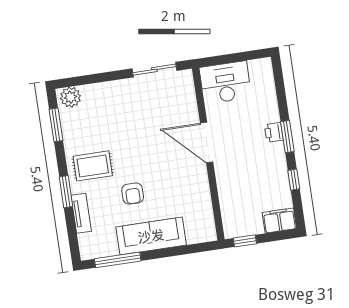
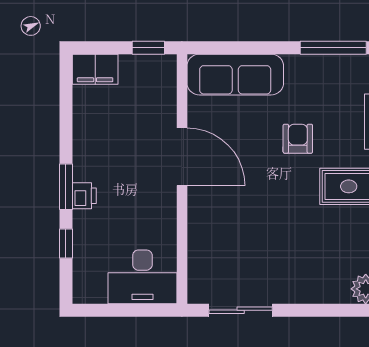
door: (207, 142) -> (182, 157), moved
window: (294, 180) -> (66, 243), moved
sofa: (151, 236) -> (235, 75), moved

